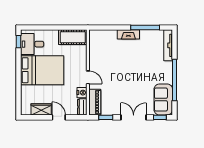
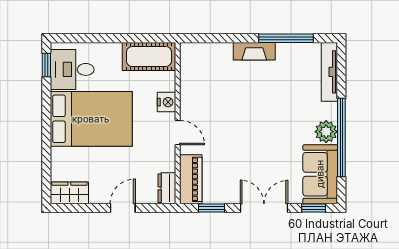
plant: (166, 77) -> (326, 132), added
nightstand: (82, 93) -> (167, 102), moved
wardrobe: (41, 109) -> (69, 193), moved
door: (59, 117) -> (123, 208), hinge flipped

